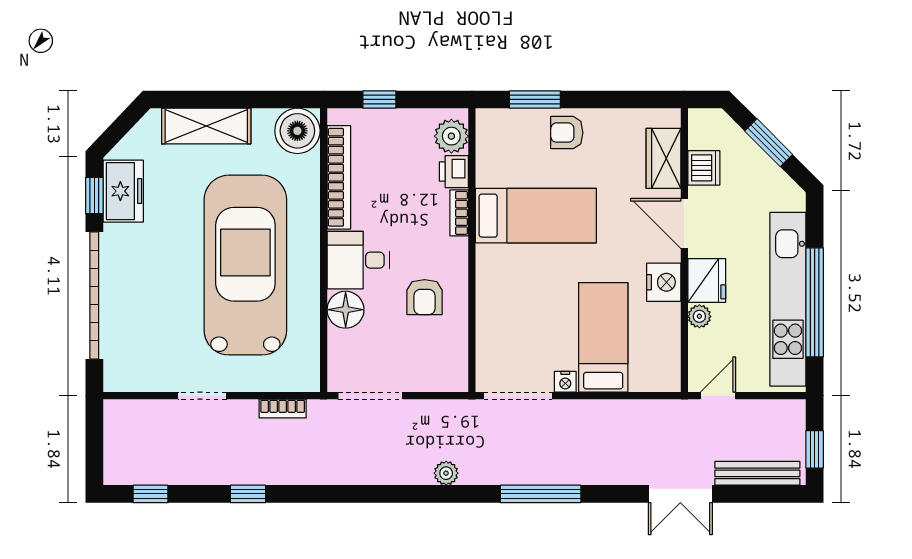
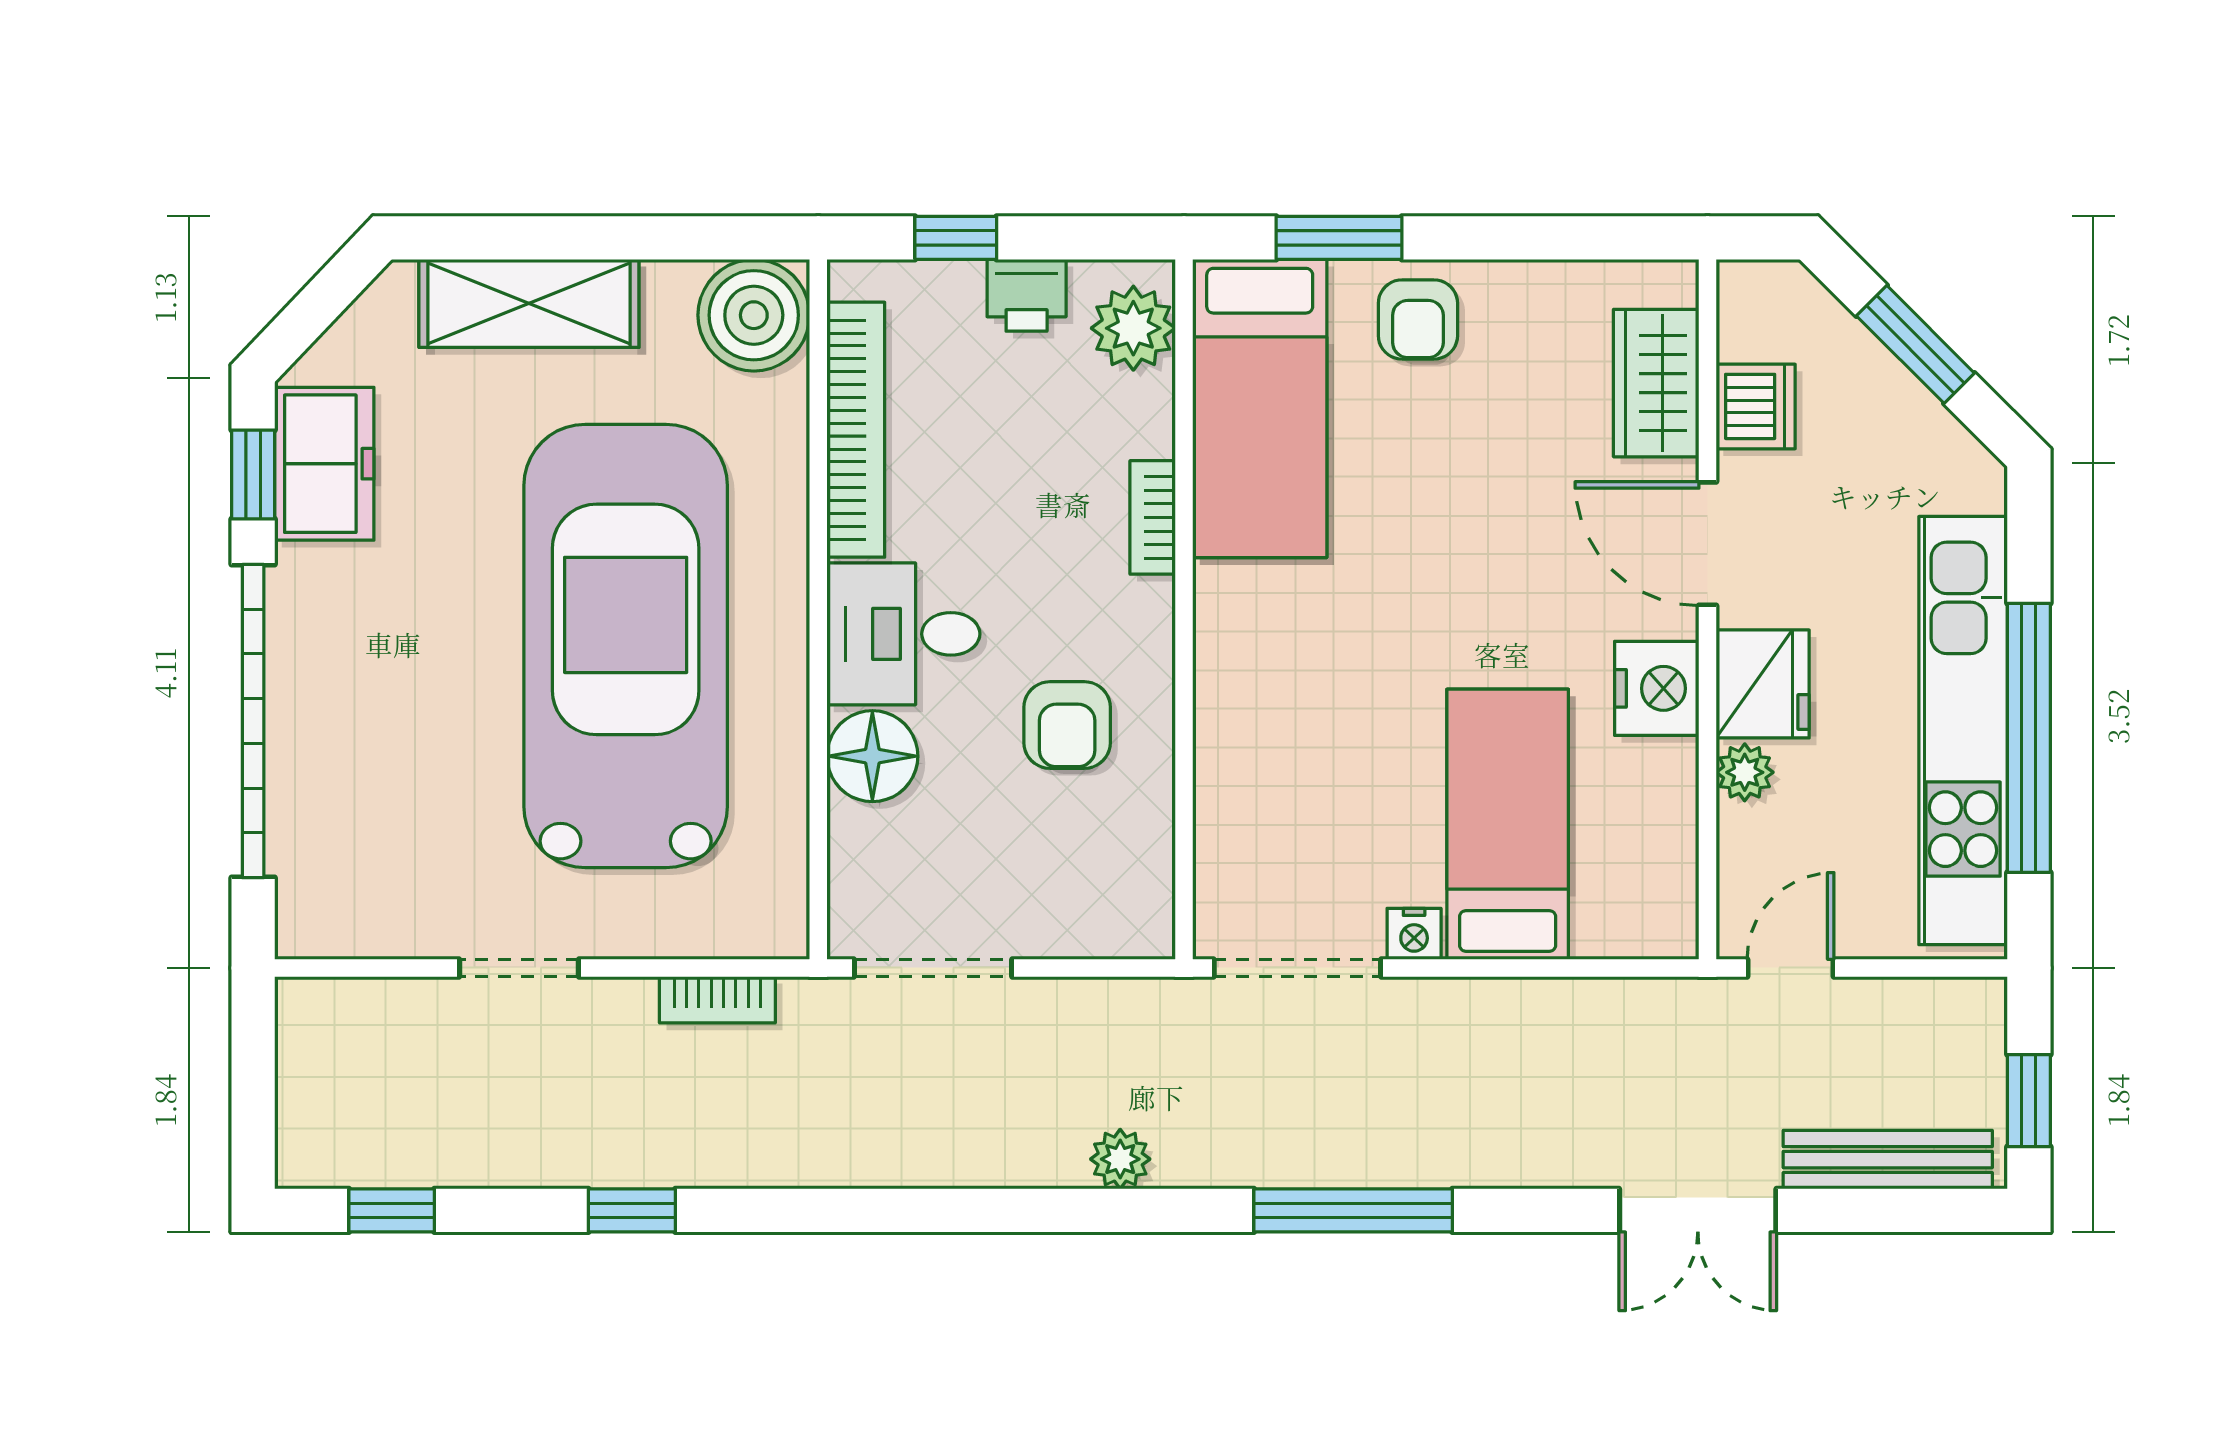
armchair: (567, 133) -> (1418, 319), turned -90
printer: (454, 172) -> (1027, 295), moved, turned -90
bed: (536, 216) -> (1260, 408), moved, turned 90

